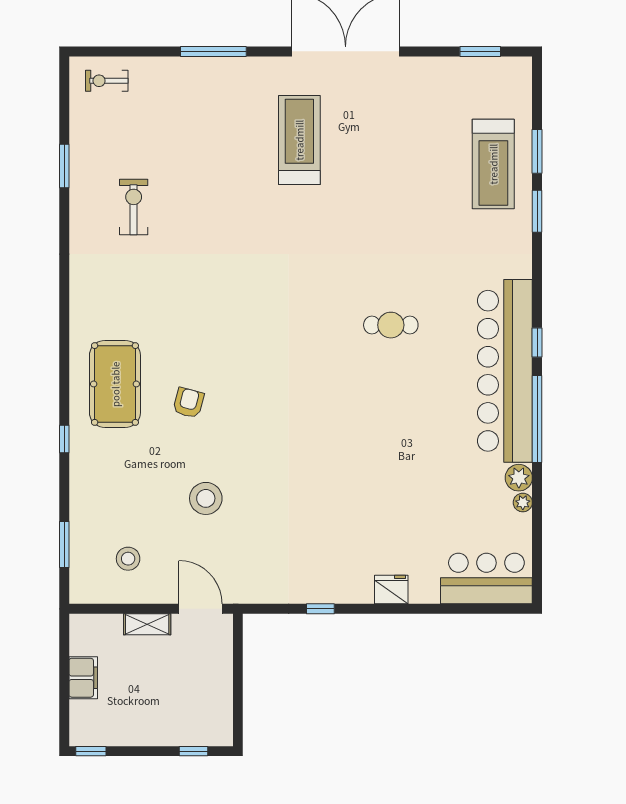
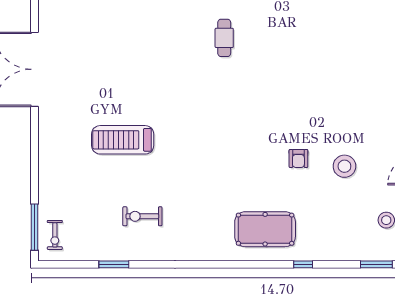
window: (213, 51) -> (35, 227), moved
treadmill: (299, 140) -> (123, 140), moved
armchair: (188, 403) -> (298, 158), moved, turned -105

